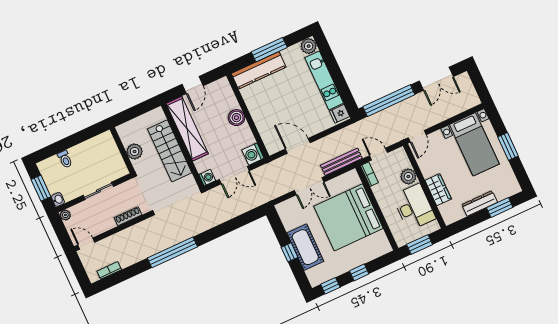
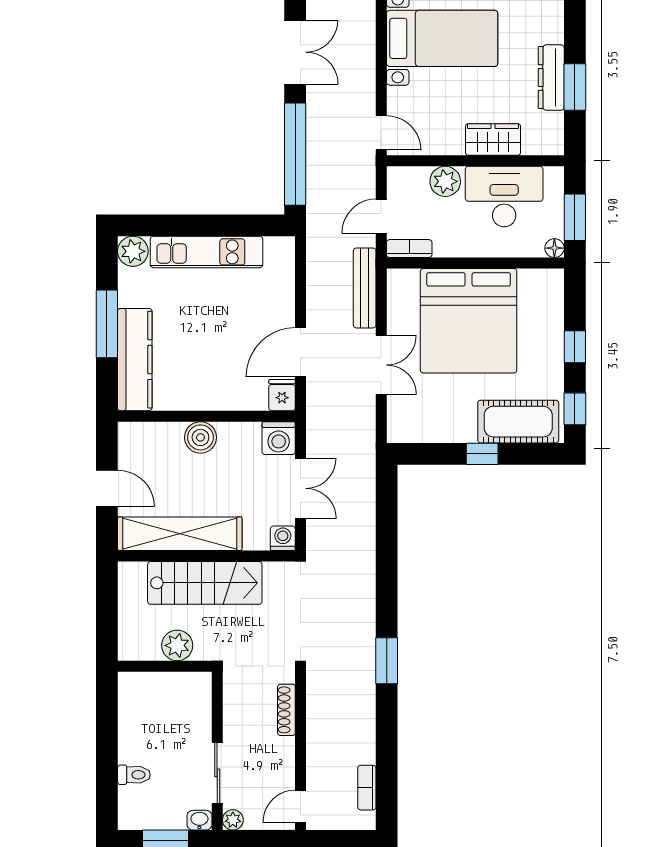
fridge: (340, 114) -> (282, 395), moved, turned 180
sliding door: (98, 191) -> (217, 773), moved
window: (500, 207) -> (575, 87), moved
floor lamp: (401, 242) -> (554, 248), added
cot: (305, 247) -> (518, 422), moved
window: (172, 252) -> (387, 661), width x0.47

